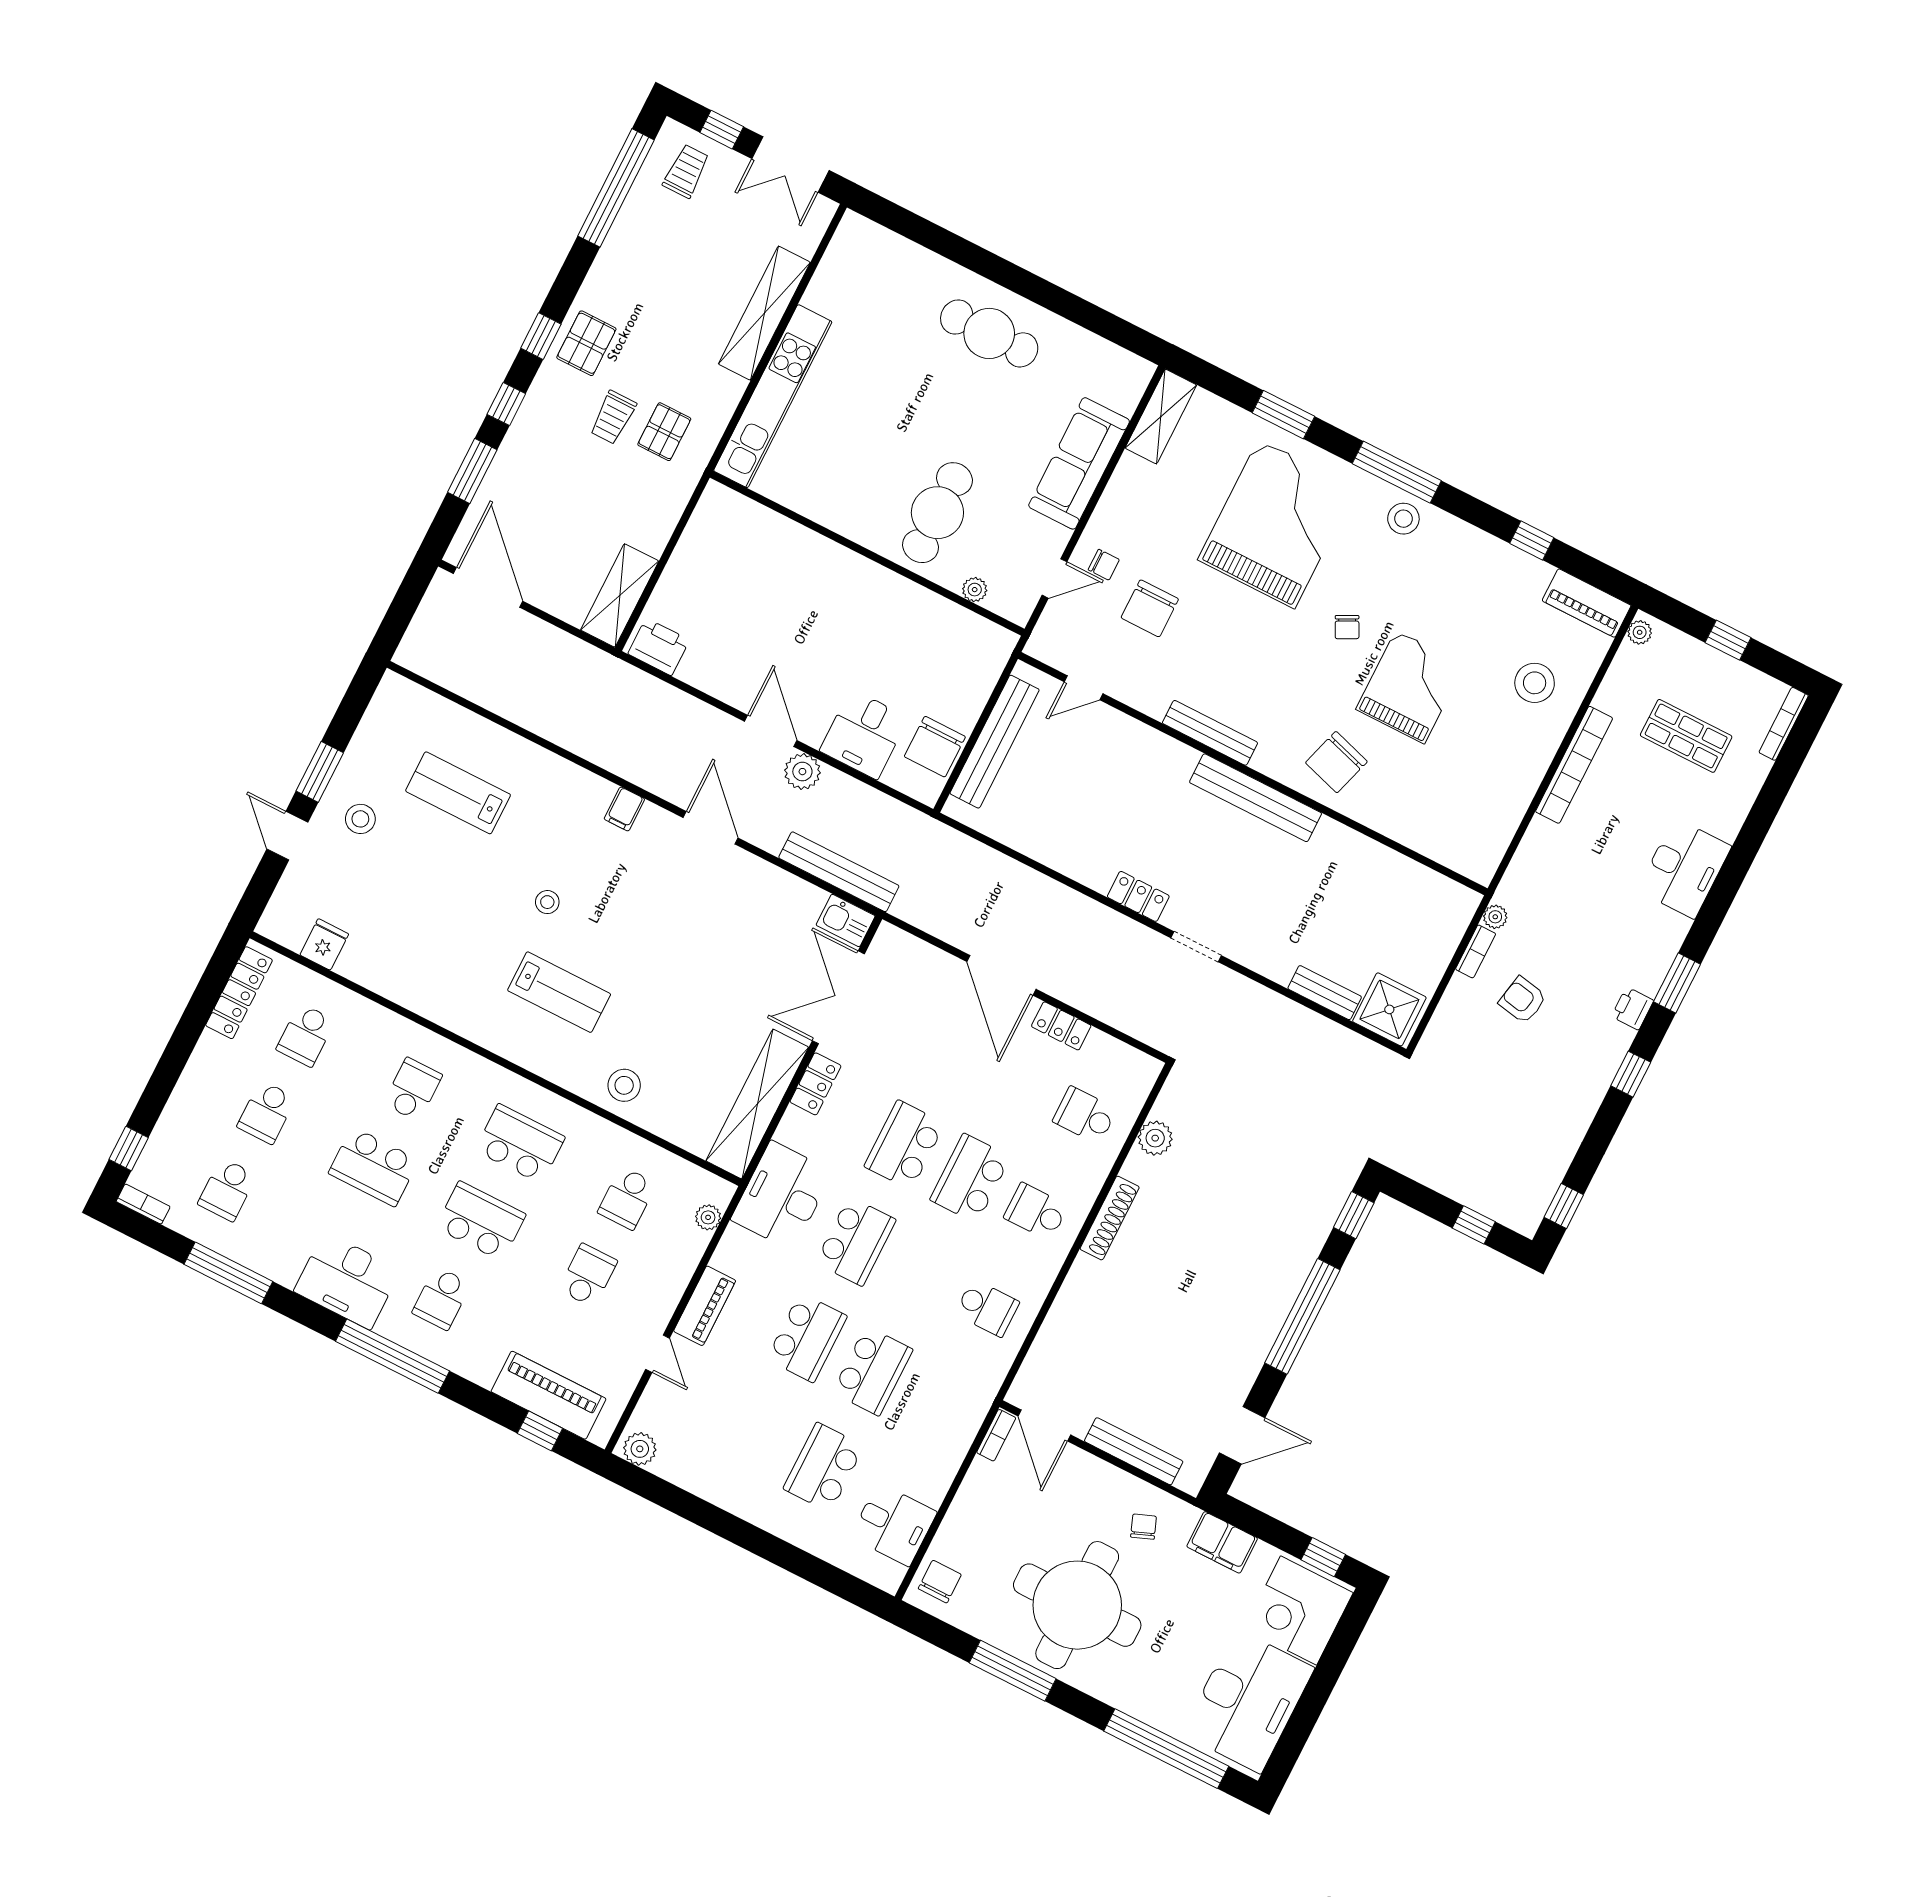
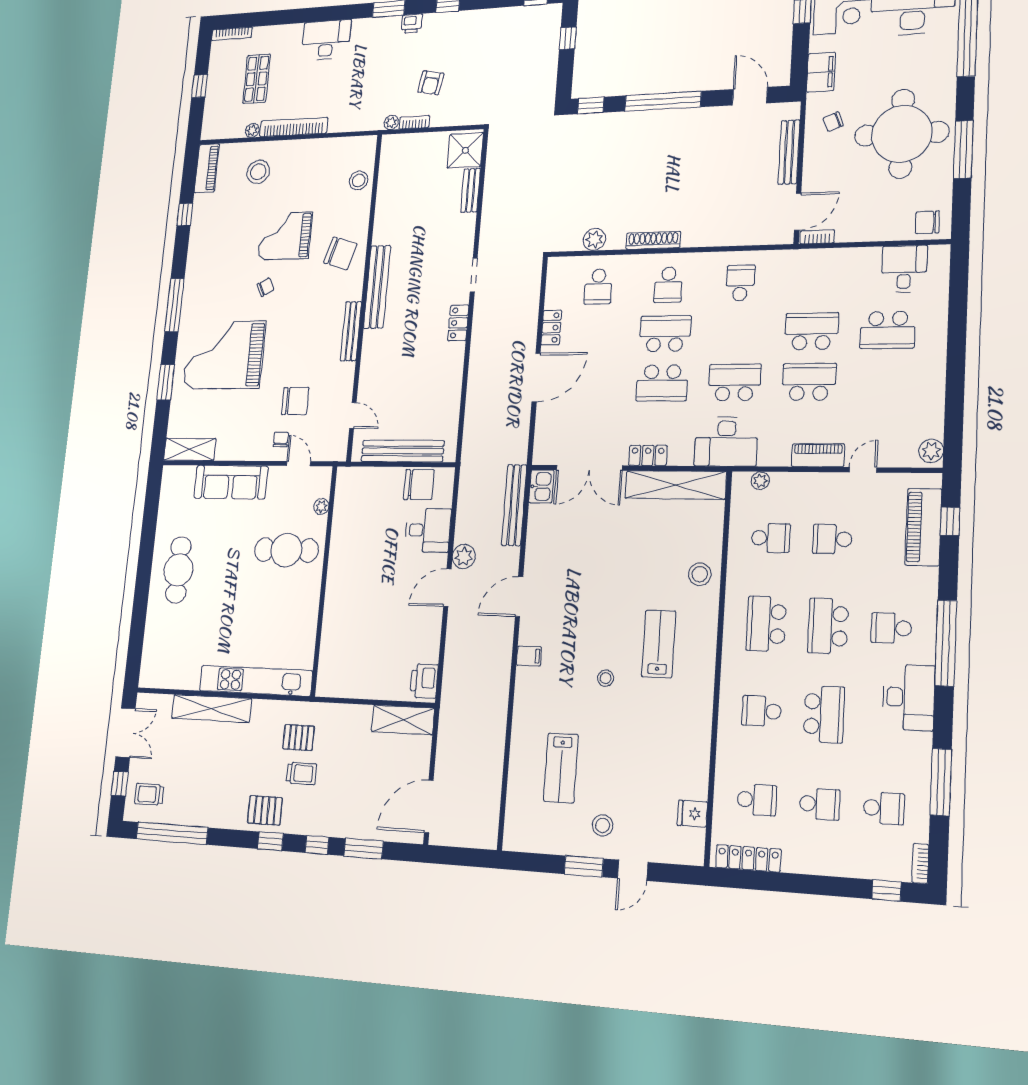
stool: (1403, 519) -> (359, 180), moved
plant: (1640, 632) -> (252, 130), moved
school desk: (970, 1178) -> (665, 334), turned 180
school desk: (442, 1298) -> (891, 628), turned 180

